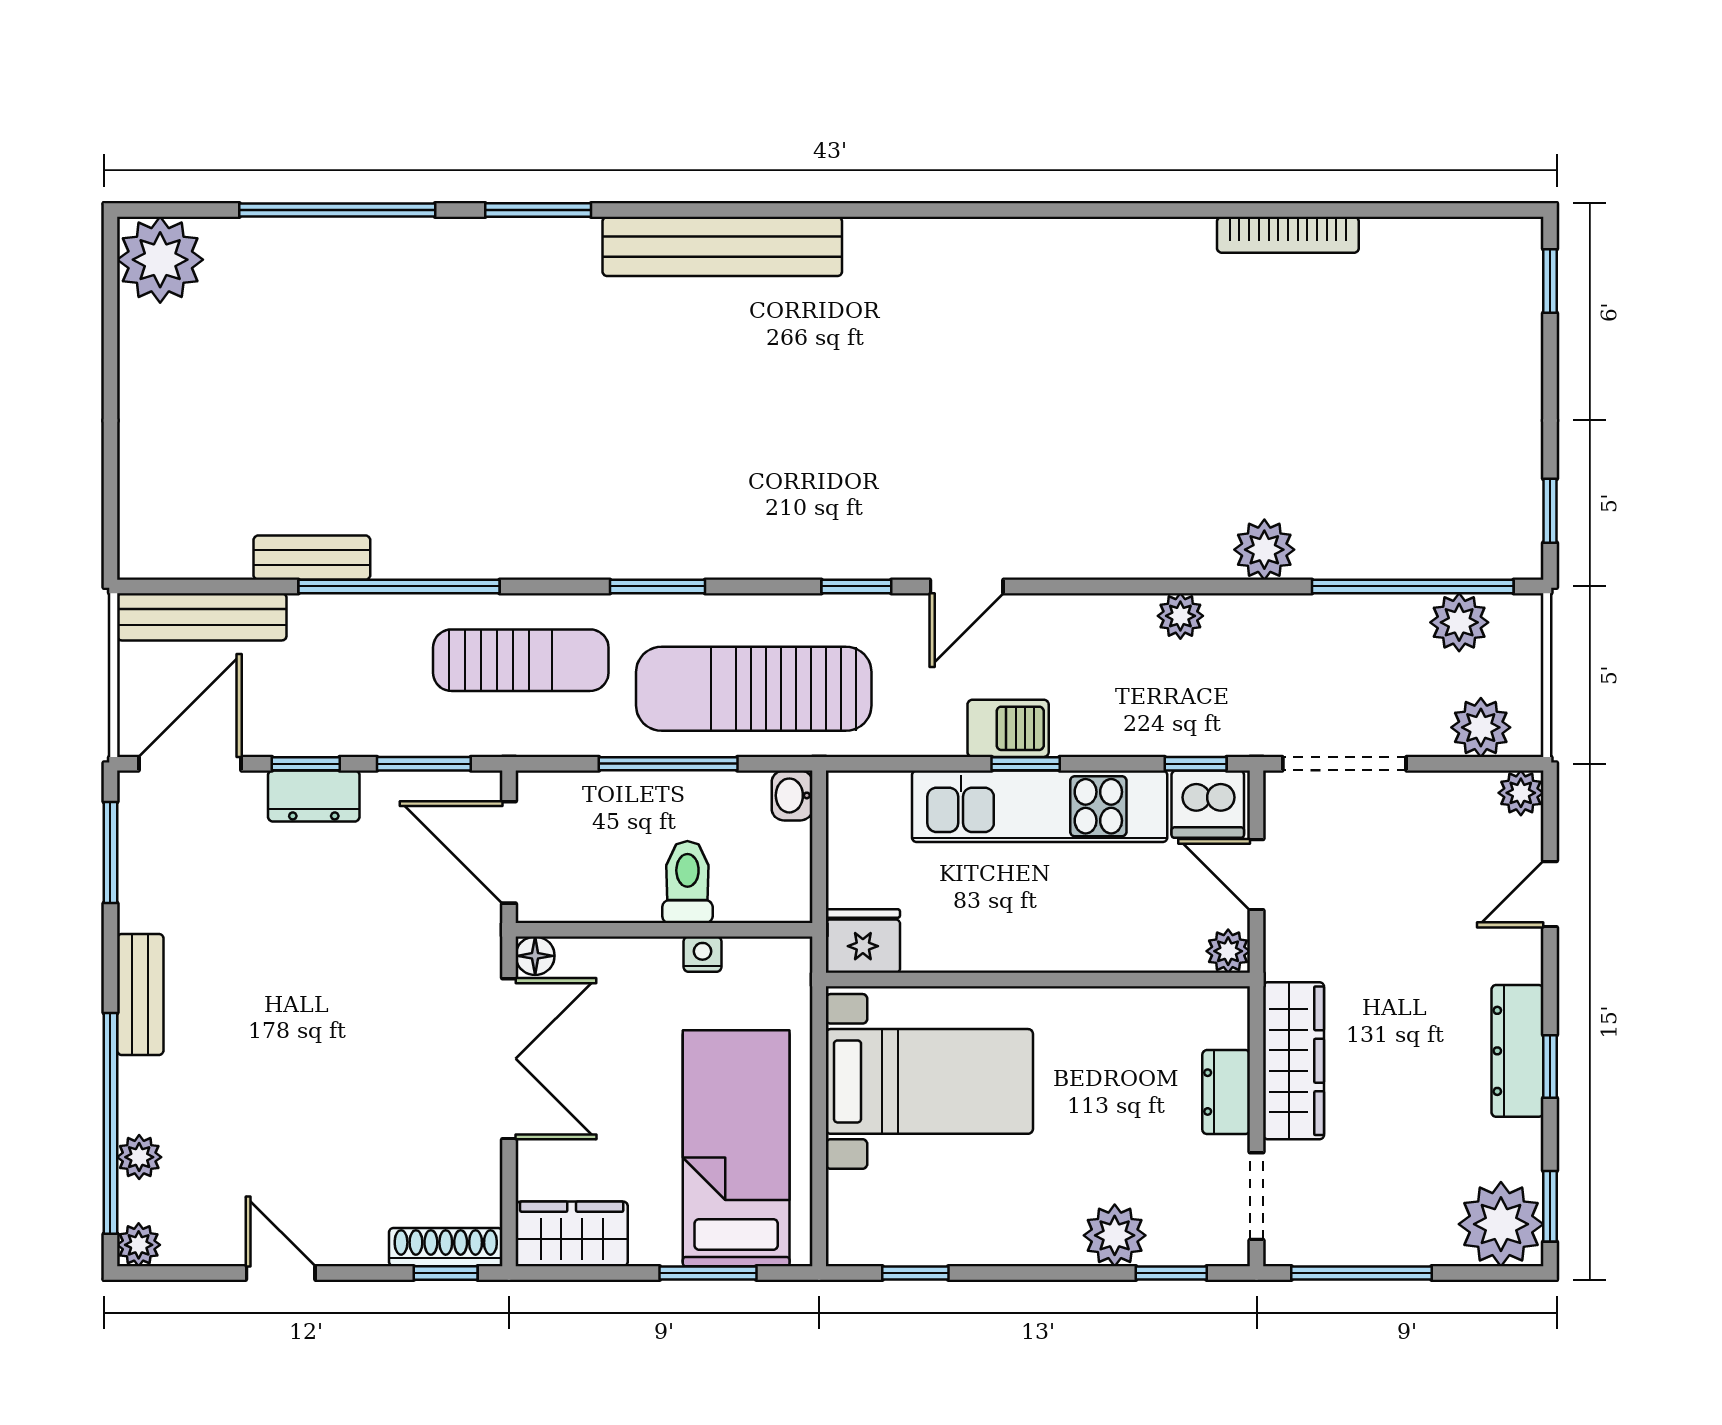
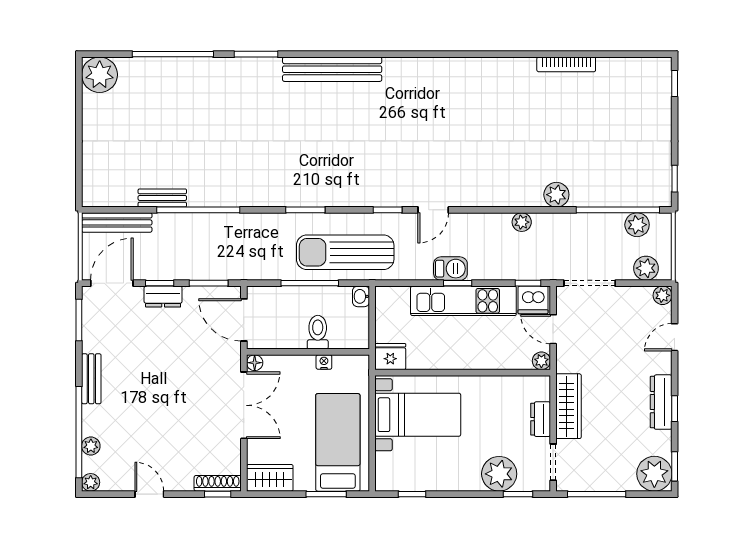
sun lounger: (521, 660) -> (249, 240), removed
plant: (1115, 1235) -> (499, 474), width x1.36, depth x1.36

